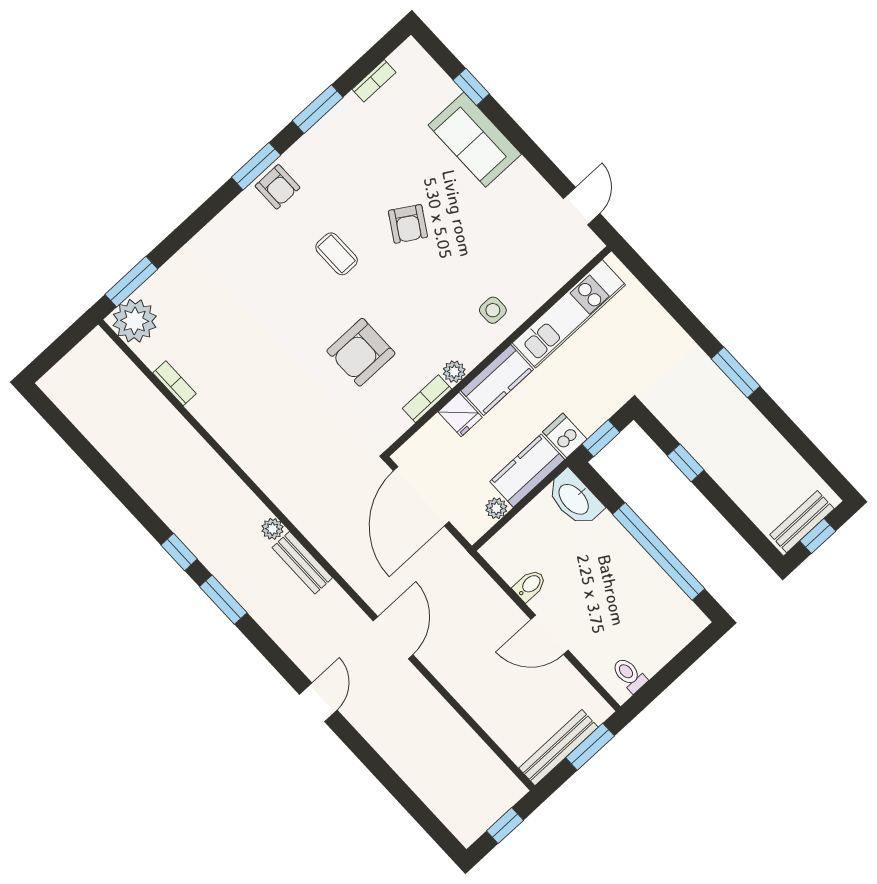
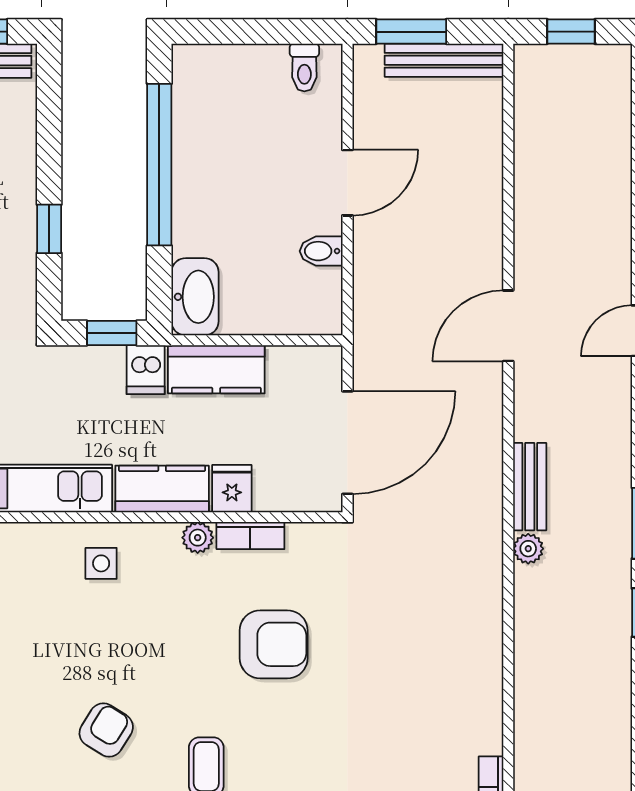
plant: (496, 508) -> (283, 360), removed
door: (549, 635) -> (347, 183), hinge flipped

